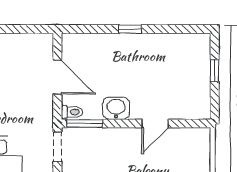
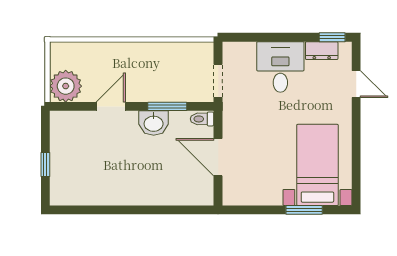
window: (130, 29) -> (138, 210), removed
window: (85, 123) -> (167, 106), moved
plant: (196, 142) -> (66, 86), added

